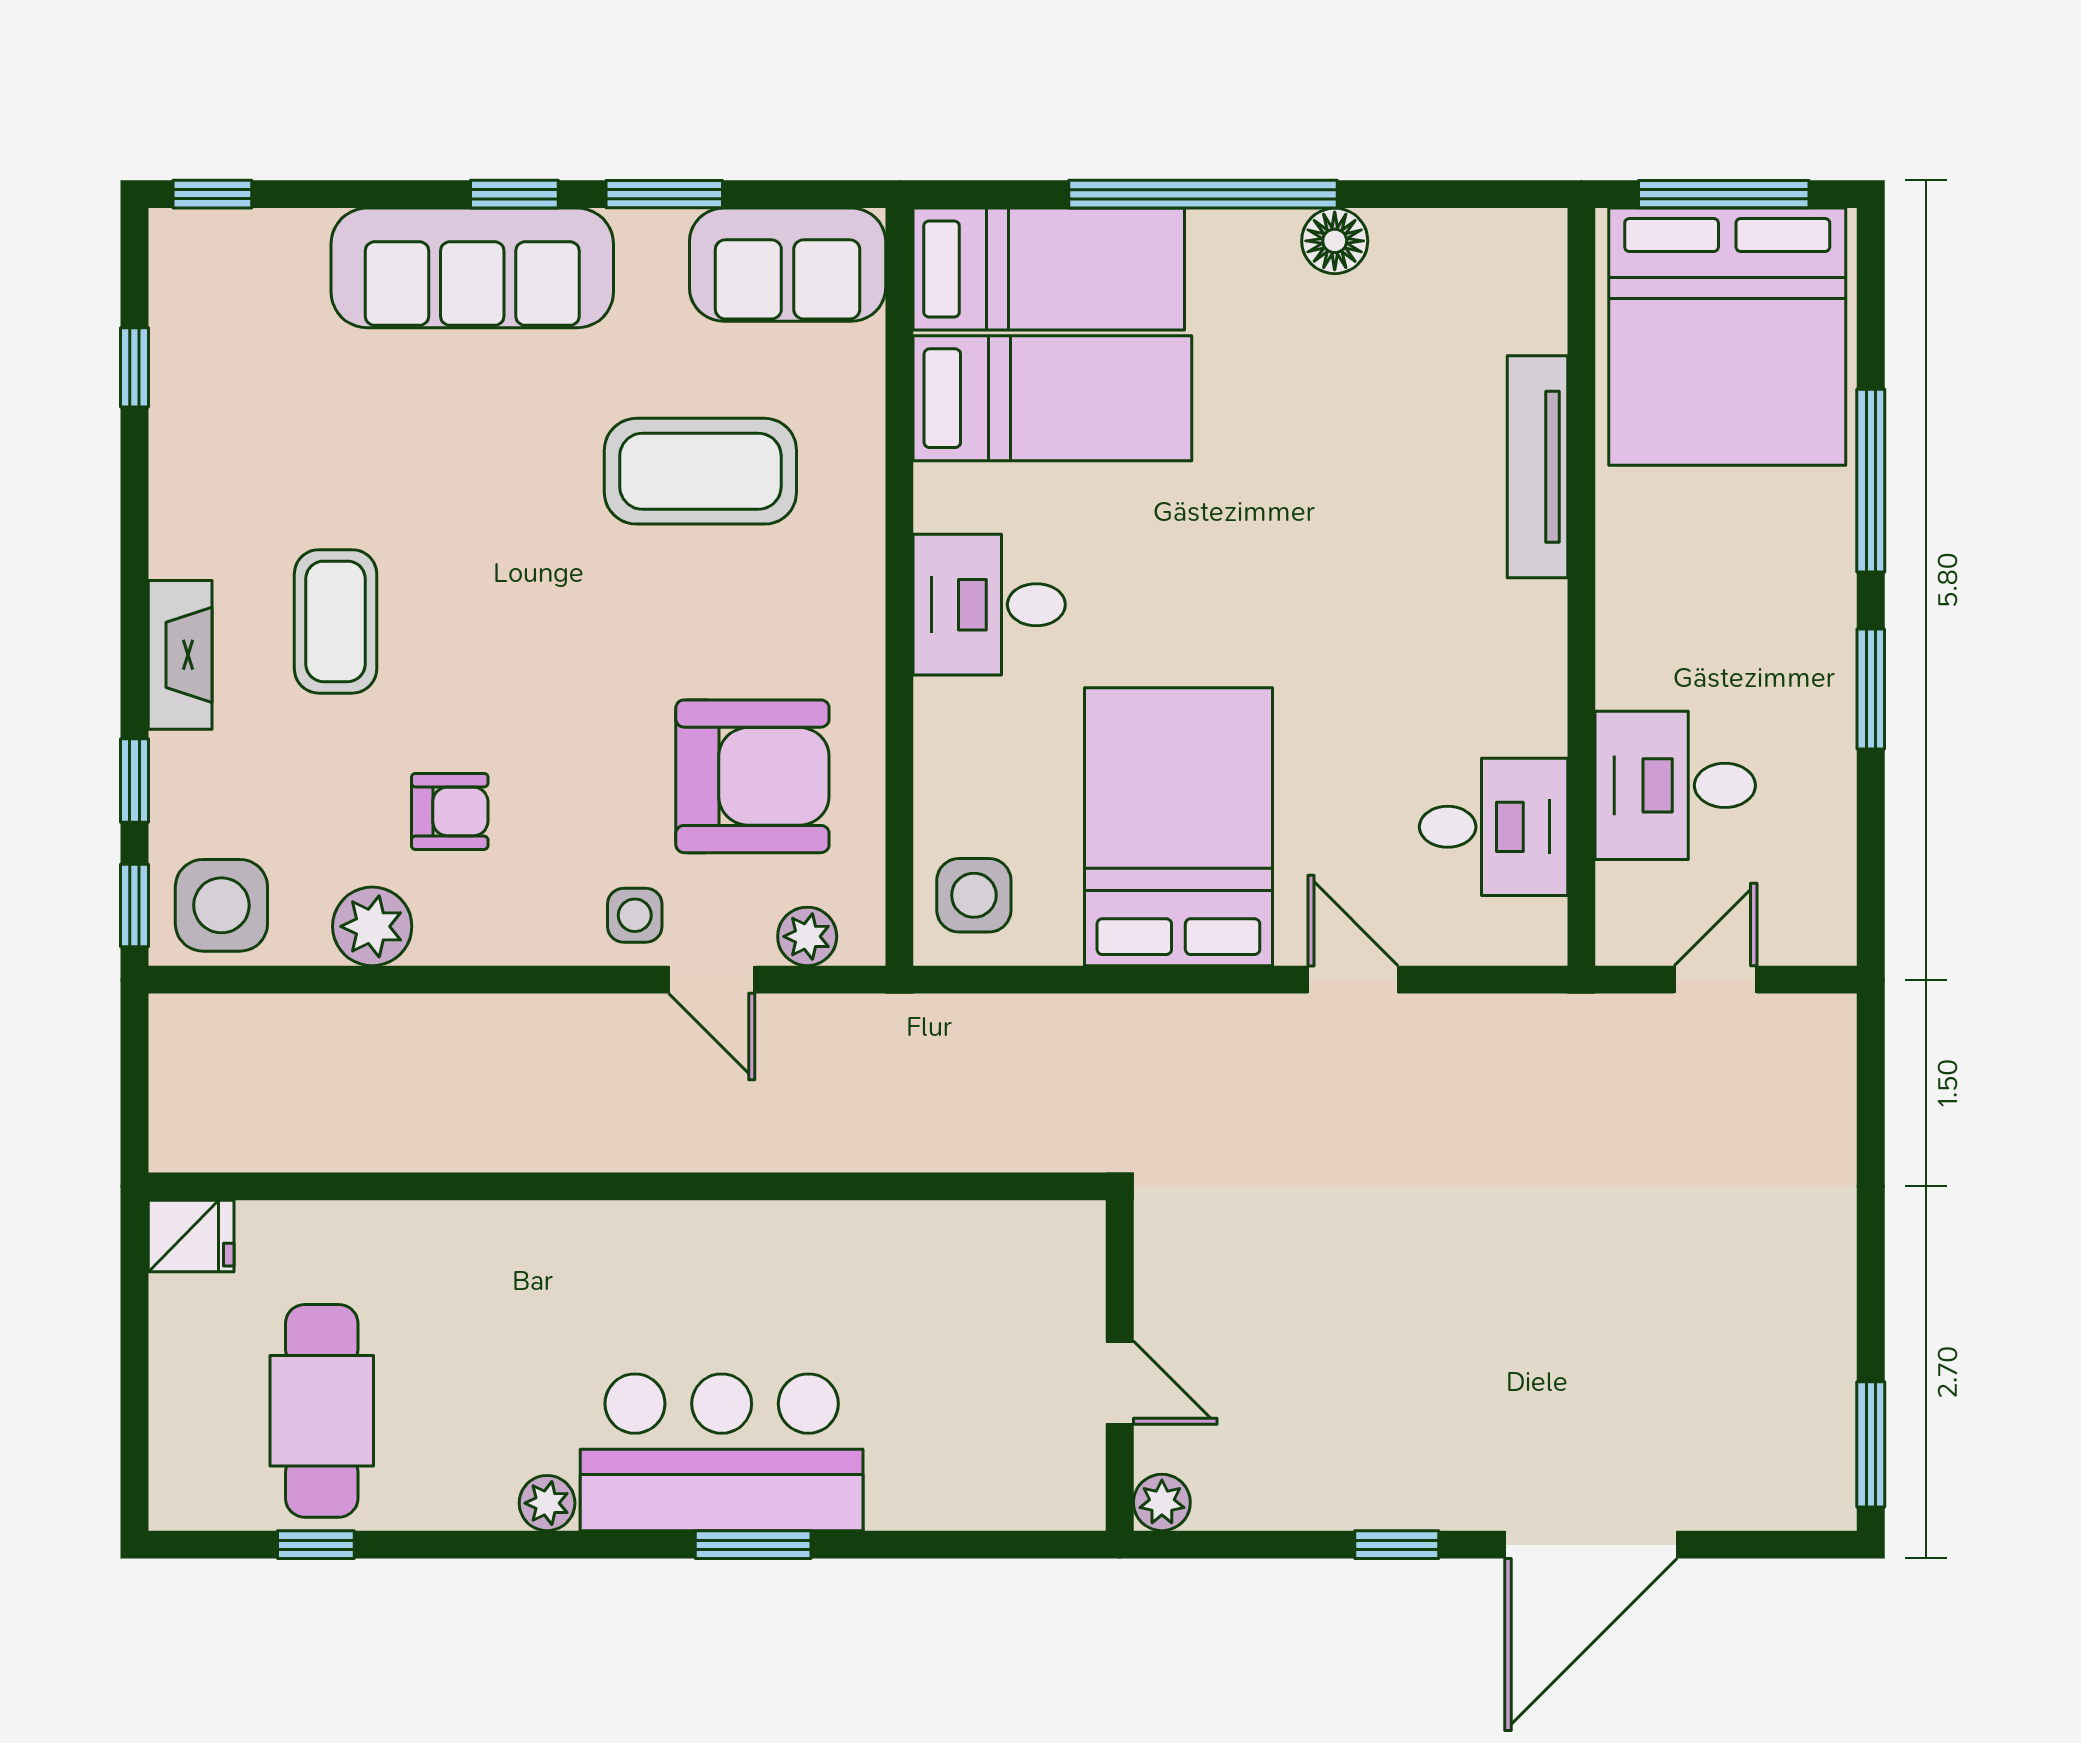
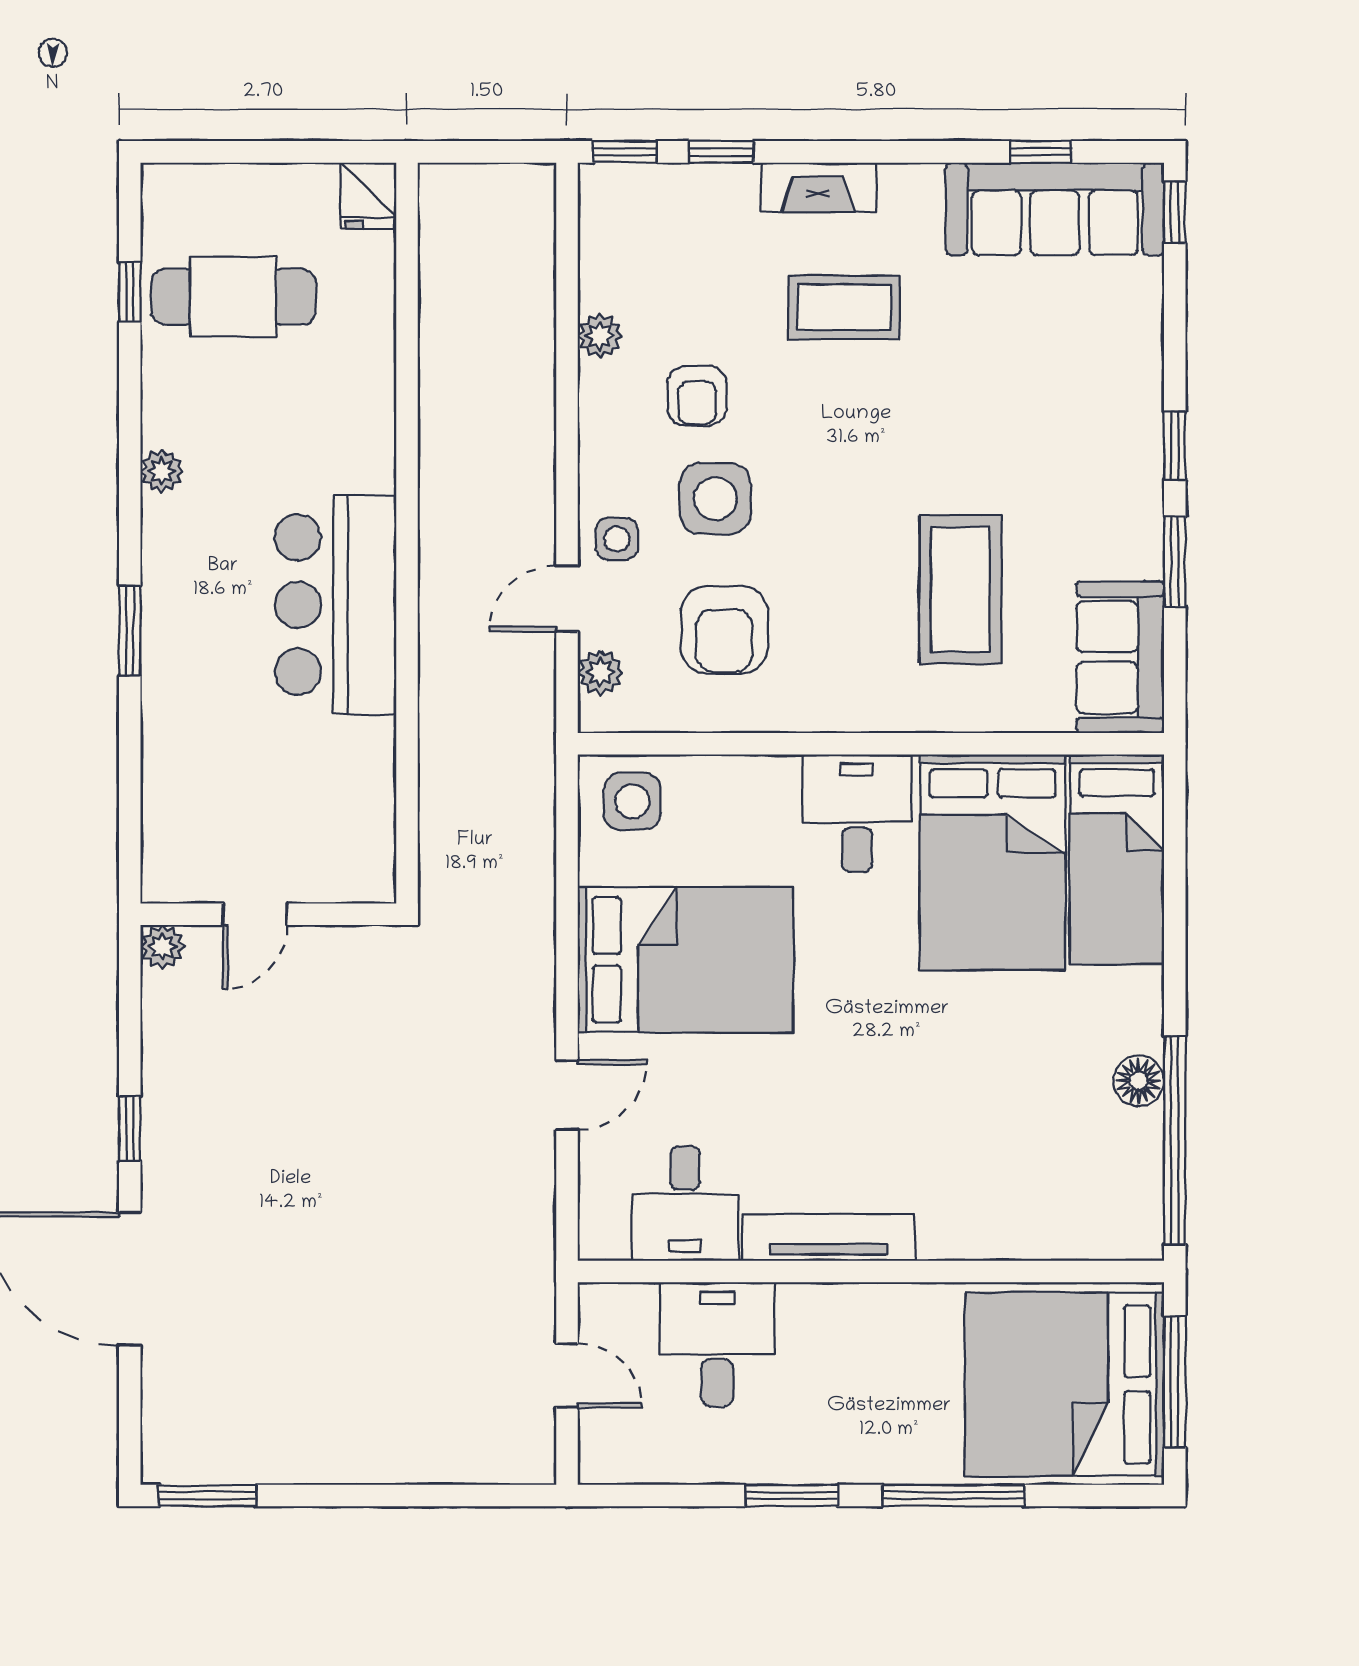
window: (1203, 194) -> (1175, 1140), moved
sofa: (472, 268) -> (1055, 209), moved, turned -90
bed: (1052, 398) -> (993, 862), width x1.50
tv unit: (1537, 467) -> (829, 1238), moved
armchair: (752, 776) -> (724, 630), width x0.73, depth x0.73
side table: (221, 905) -> (715, 499), moved
plant: (372, 926) -> (600, 336), width x0.73, depth x0.73
bar counter: (722, 1452) -> (336, 605), moved, turned 180

